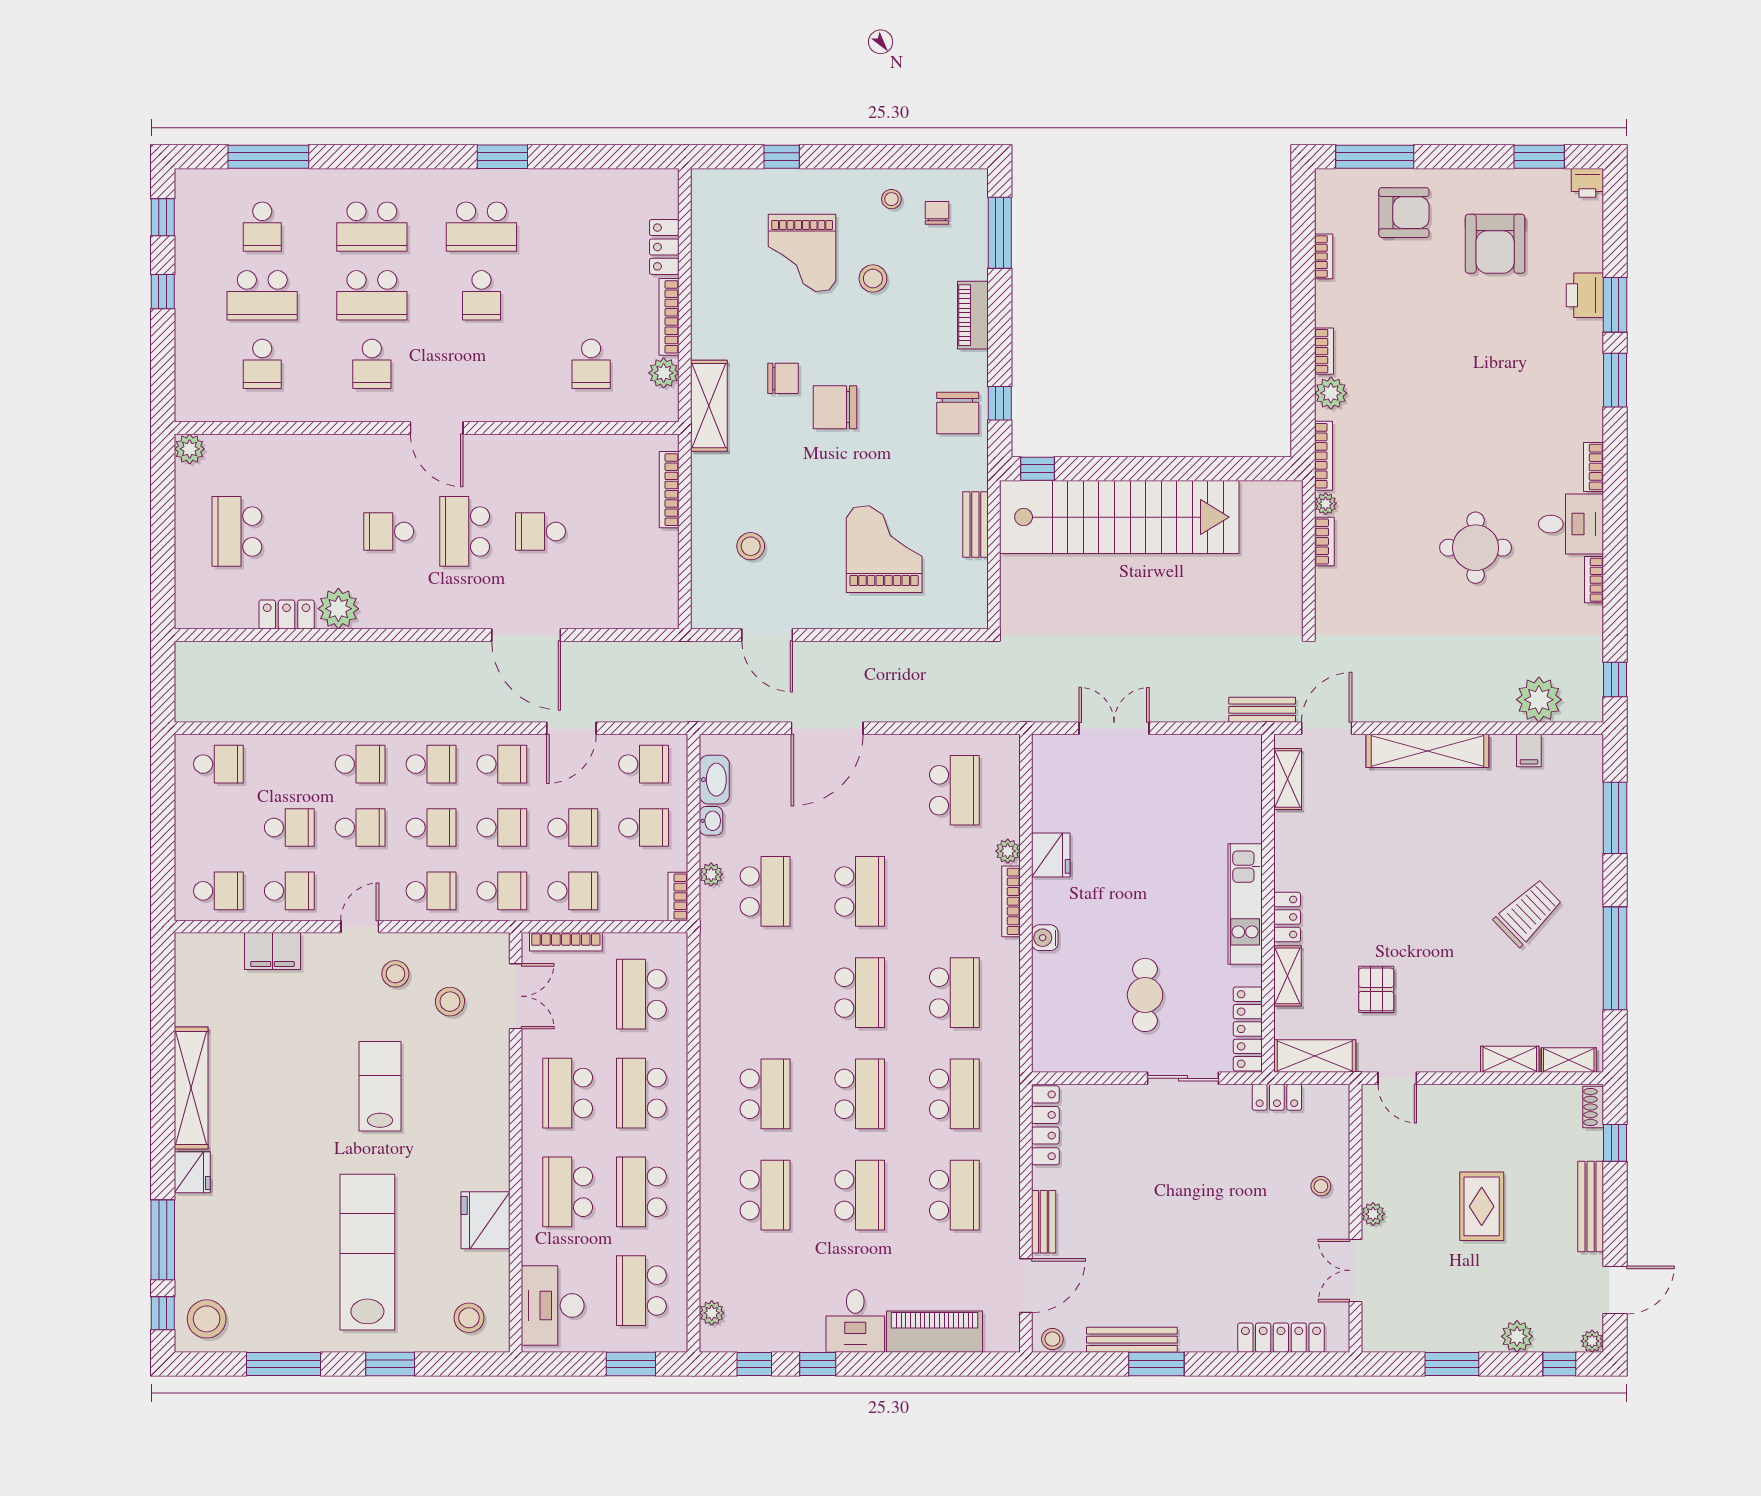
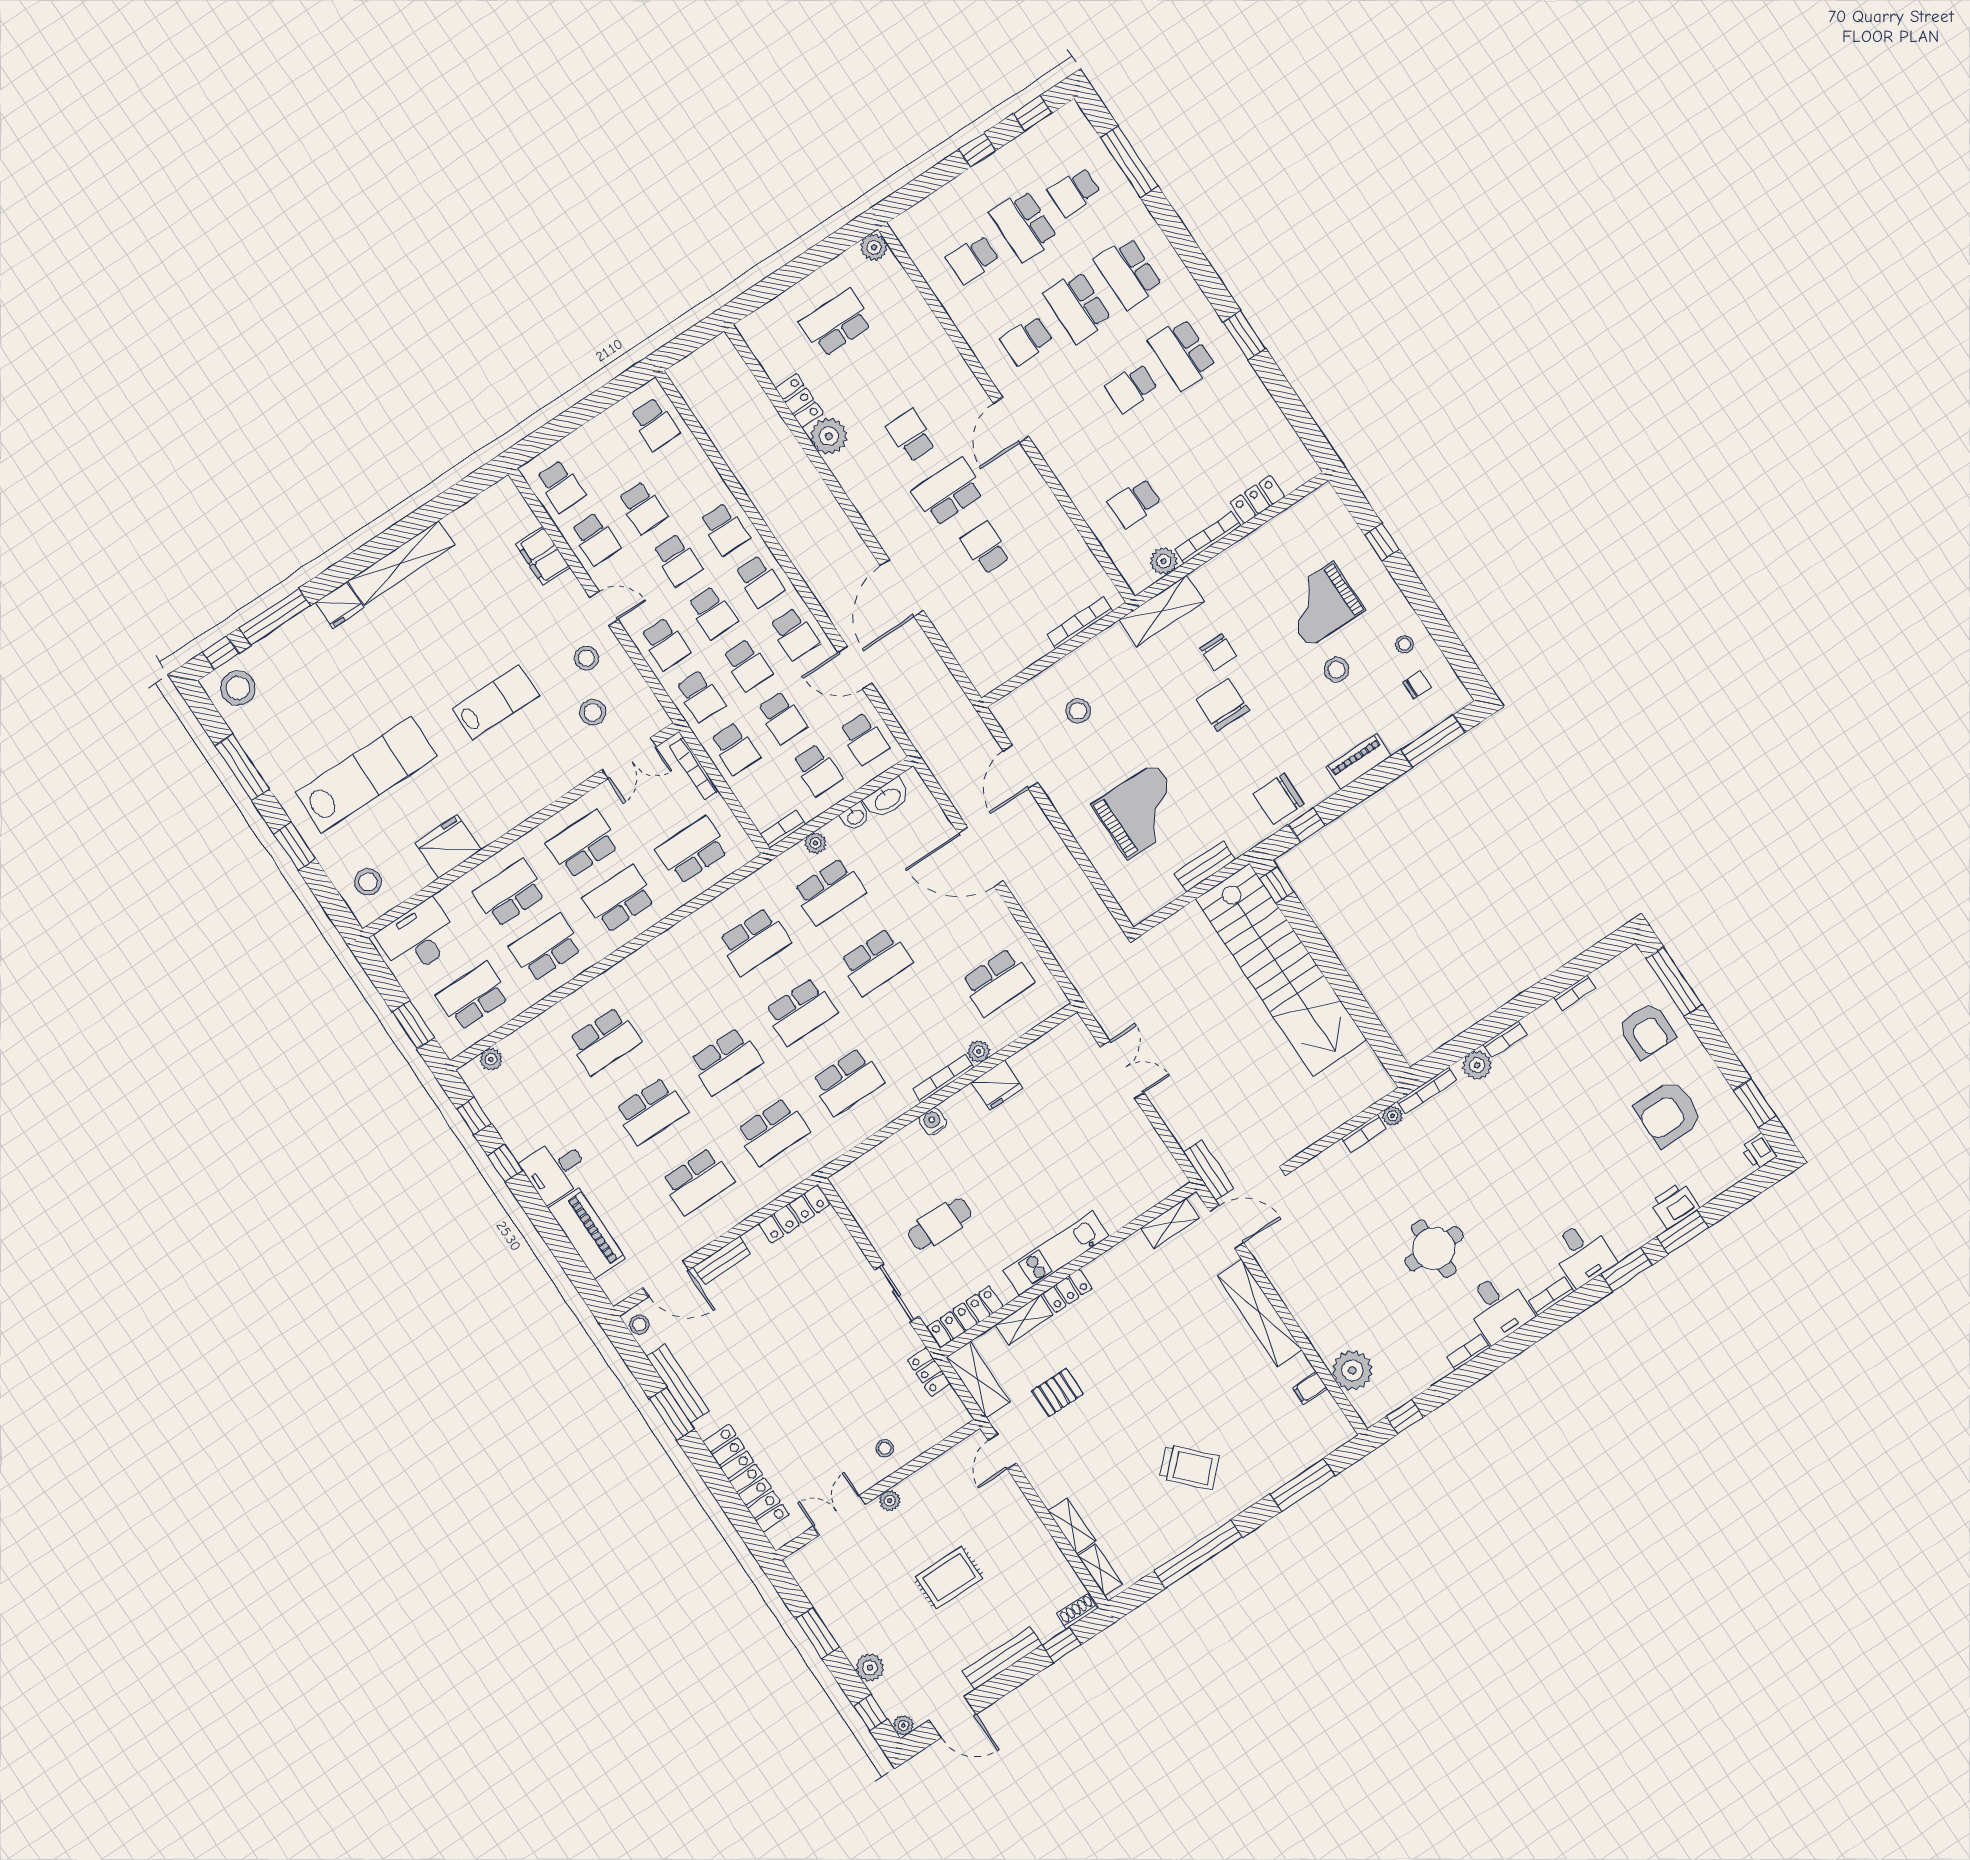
desk: (1573, 412) -> (1582, 1254), added
school desk: (765, 1094) -> (754, 941), moved
locker: (1281, 1338) -> (746, 1478), width x1.41, depth x1.21

